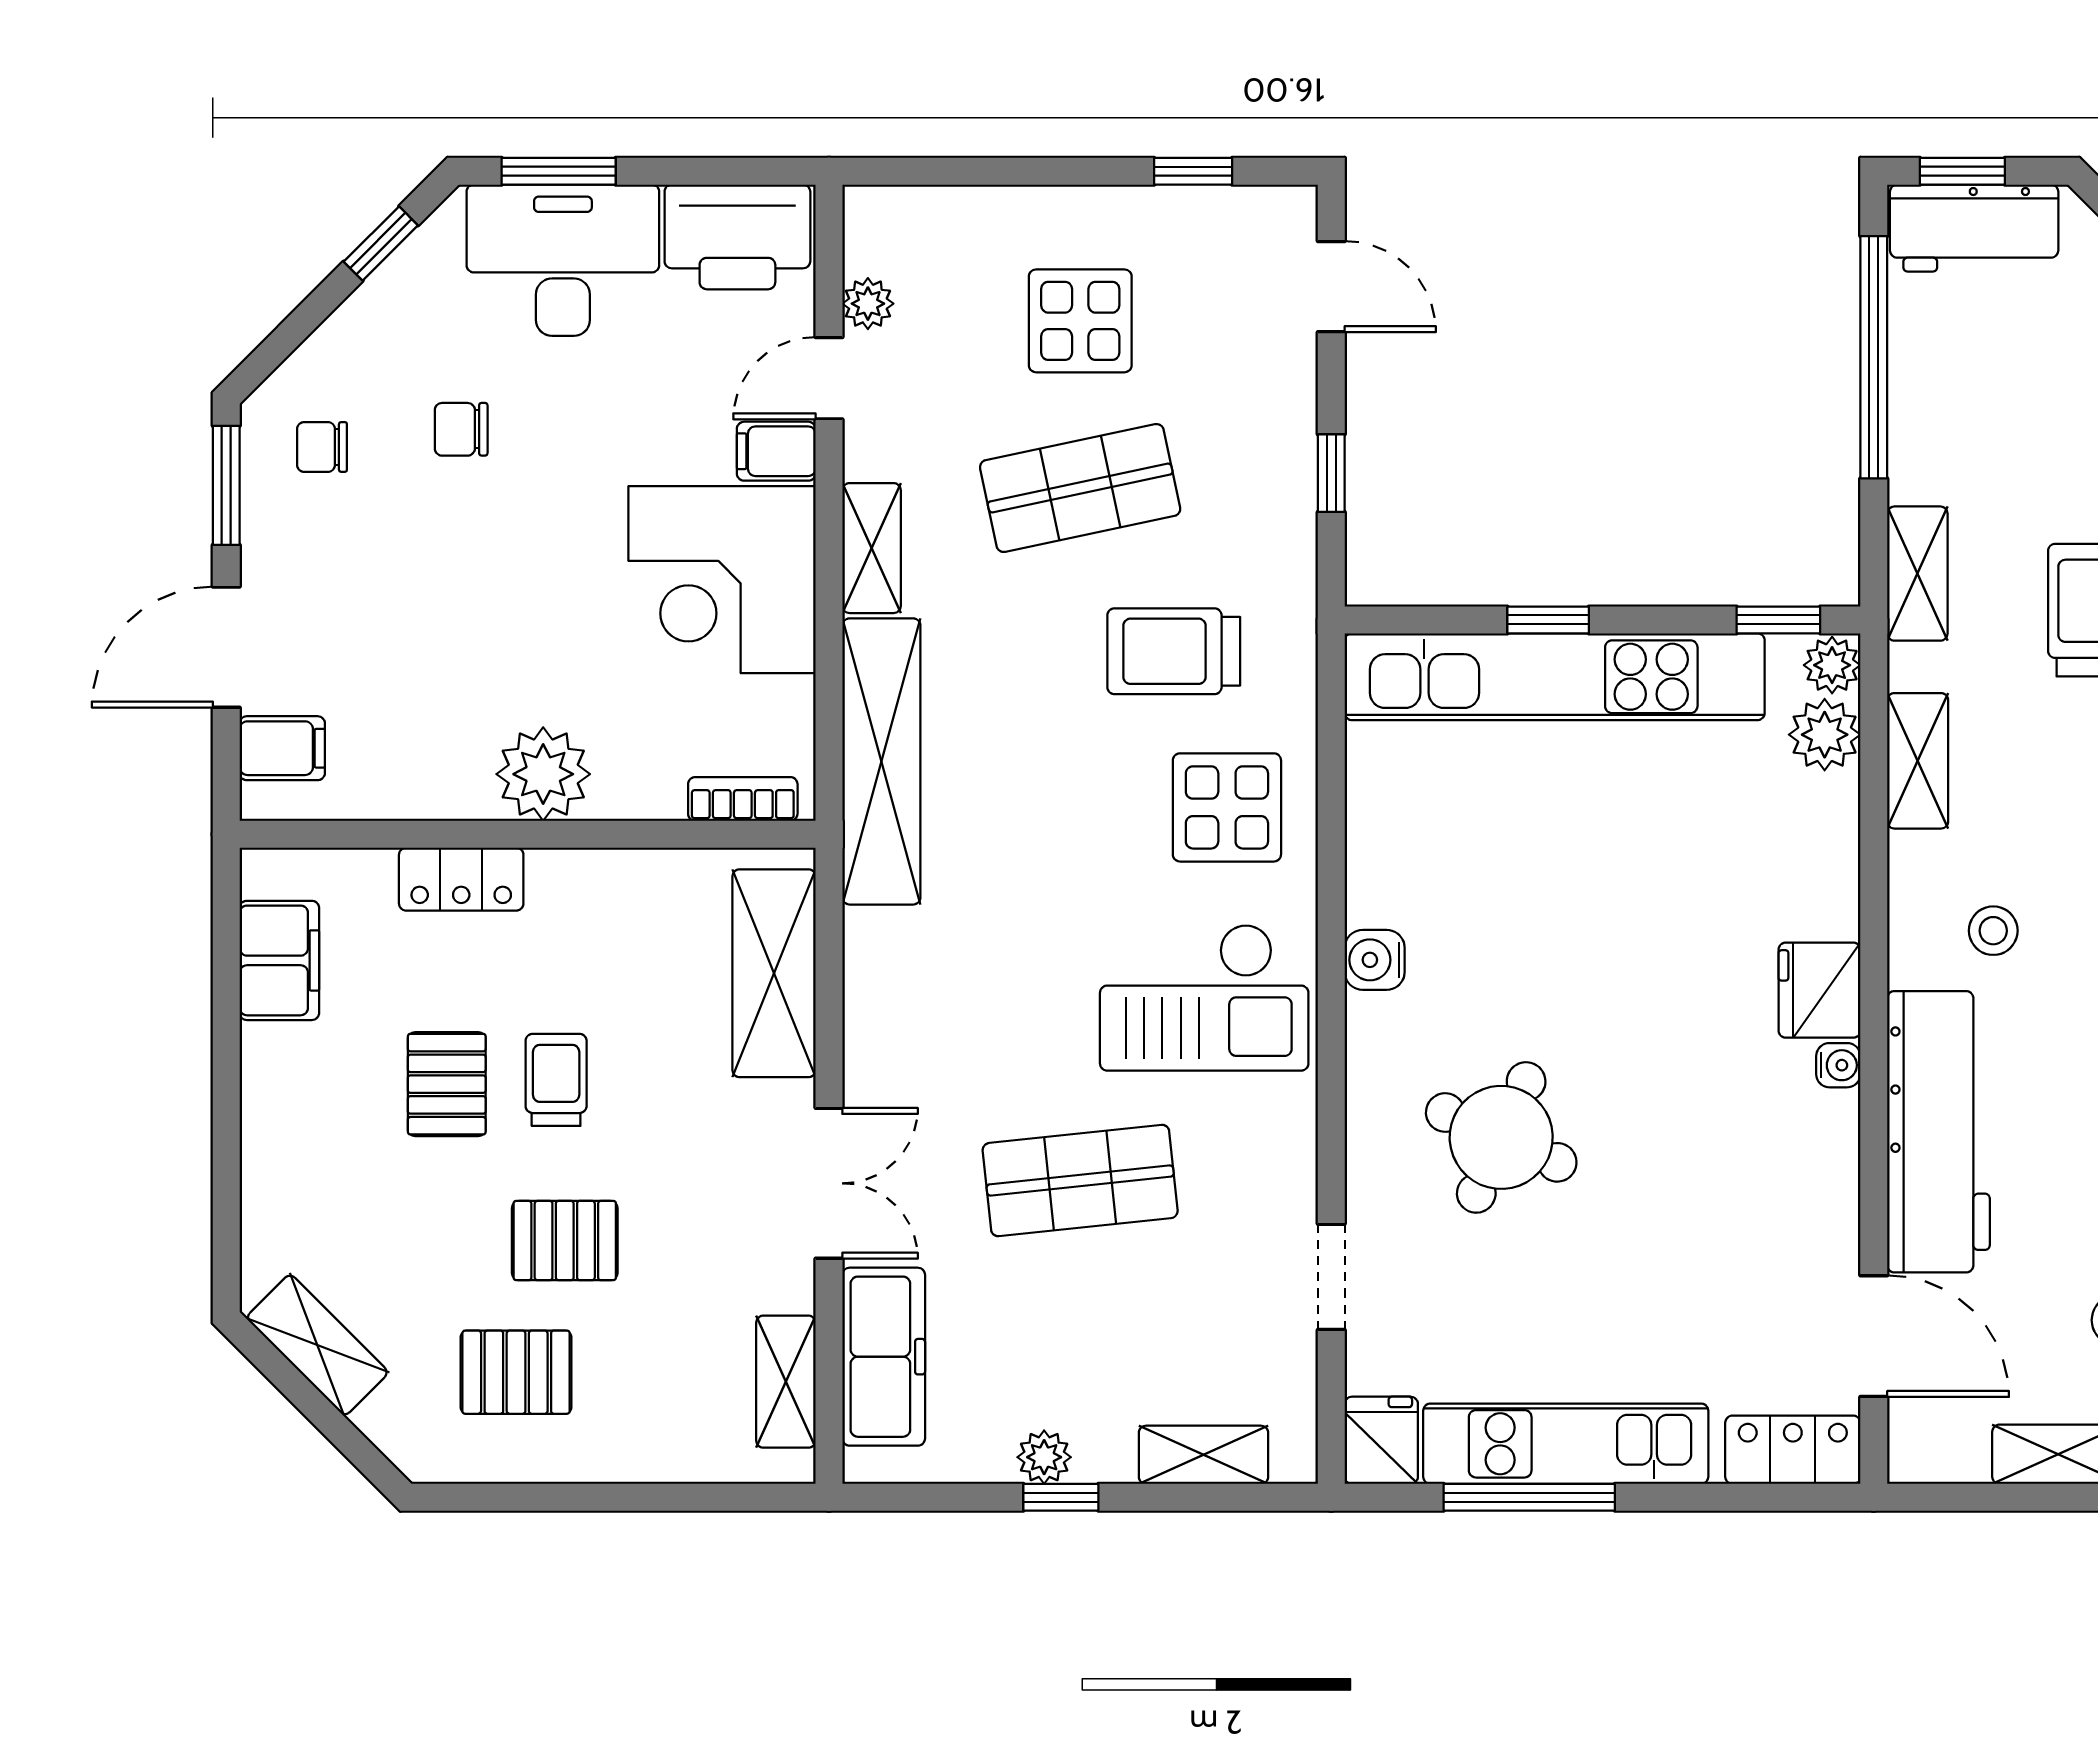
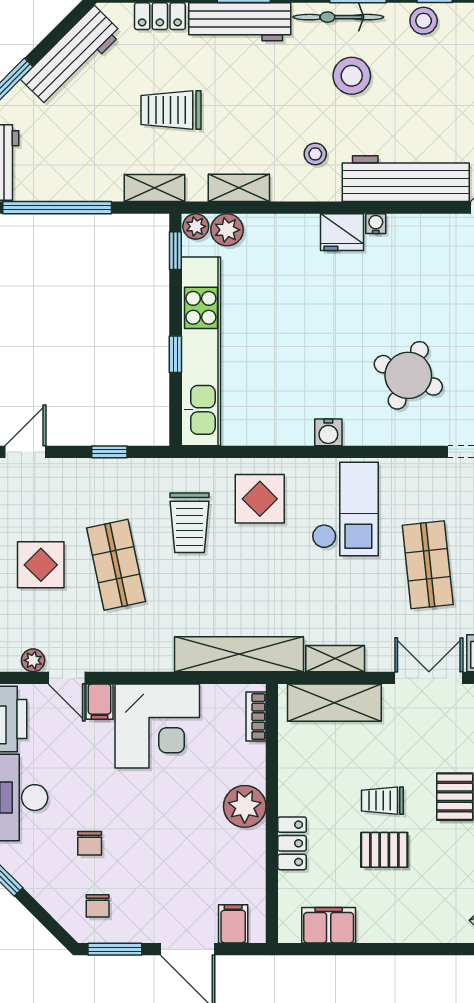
shelving: (872, 548) -> (335, 659), moved

